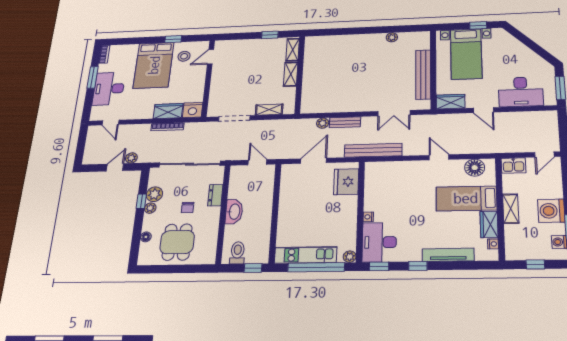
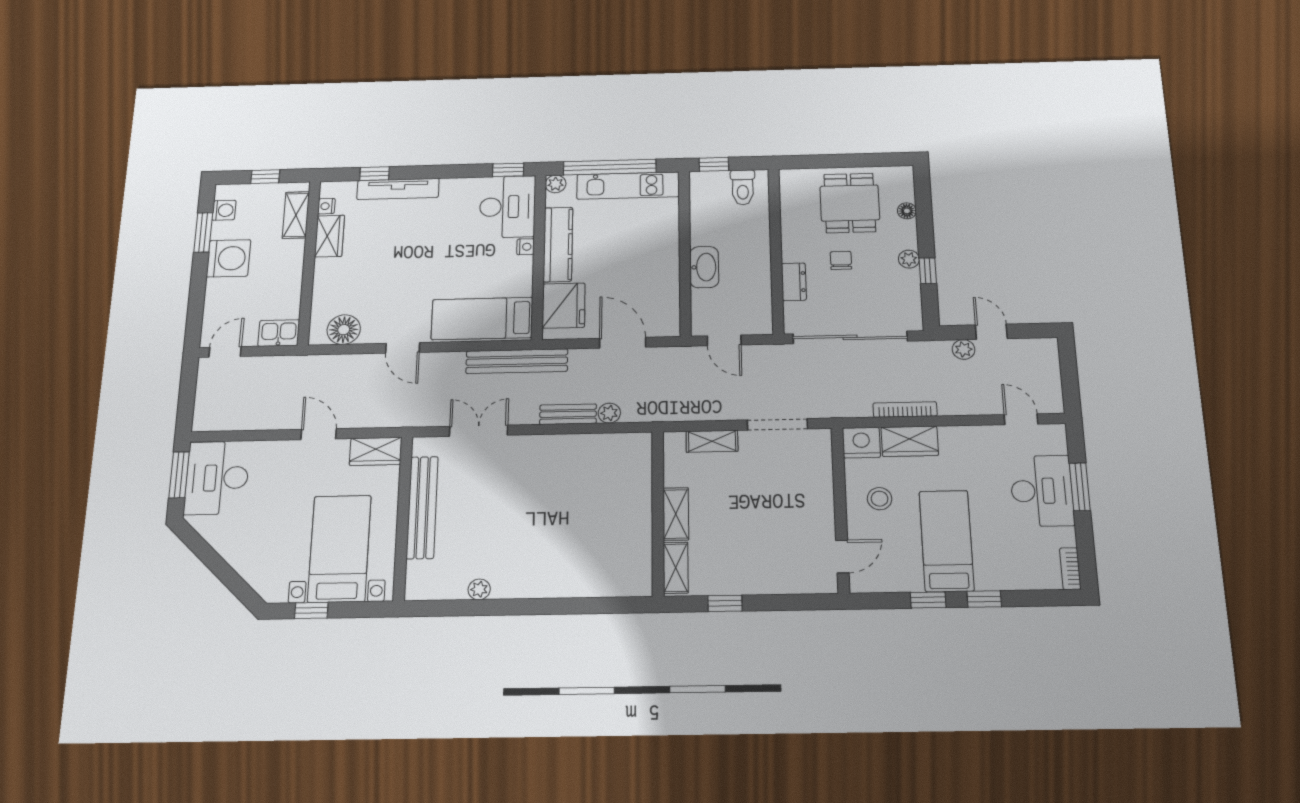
window: (147, 40) -> (984, 599), added
stool: (184, 56) -> (880, 499), moved
bed: (154, 65) -> (947, 541), width x0.67
window: (93, 77) -> (1080, 487), moved
desk: (521, 92) -> (217, 478), moved, turned -90
door: (314, 161) -> (623, 343), swing flipped
door: (115, 167) -> (991, 332), swing flipped
plant: (154, 194) -> (906, 283), removed
bed: (466, 198) -> (482, 319), moved, turned 180
shelving: (511, 209) -> (296, 215), moved
washbasin: (234, 212) -> (704, 267), moved, turned 180
kitchen counter: (349, 218) -> (558, 244), added
window: (418, 266) -> (375, 174), moved

